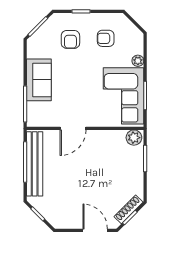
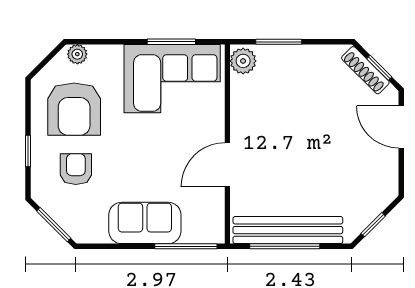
armchair: (106, 38) -> (74, 109), width x1.88, depth x1.88
armchair: (70, 39) -> (76, 169), turned -90
plant: (138, 61) -> (77, 54), moved
door: (73, 128) -> (227, 165), swing flipped
door: (95, 230) -> (401, 127), hinge flipped

